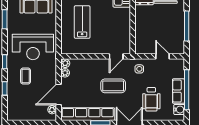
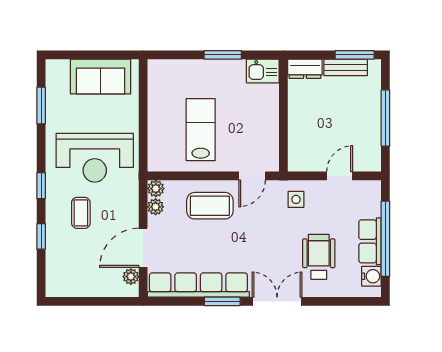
lab bench: (82, 22) -> (201, 130), moved
door: (162, 56) -> (340, 176), hinge flipped
coffee table: (113, 86) -> (210, 206), moved
wheelchair: (151, 99) -> (319, 257), turned 180

